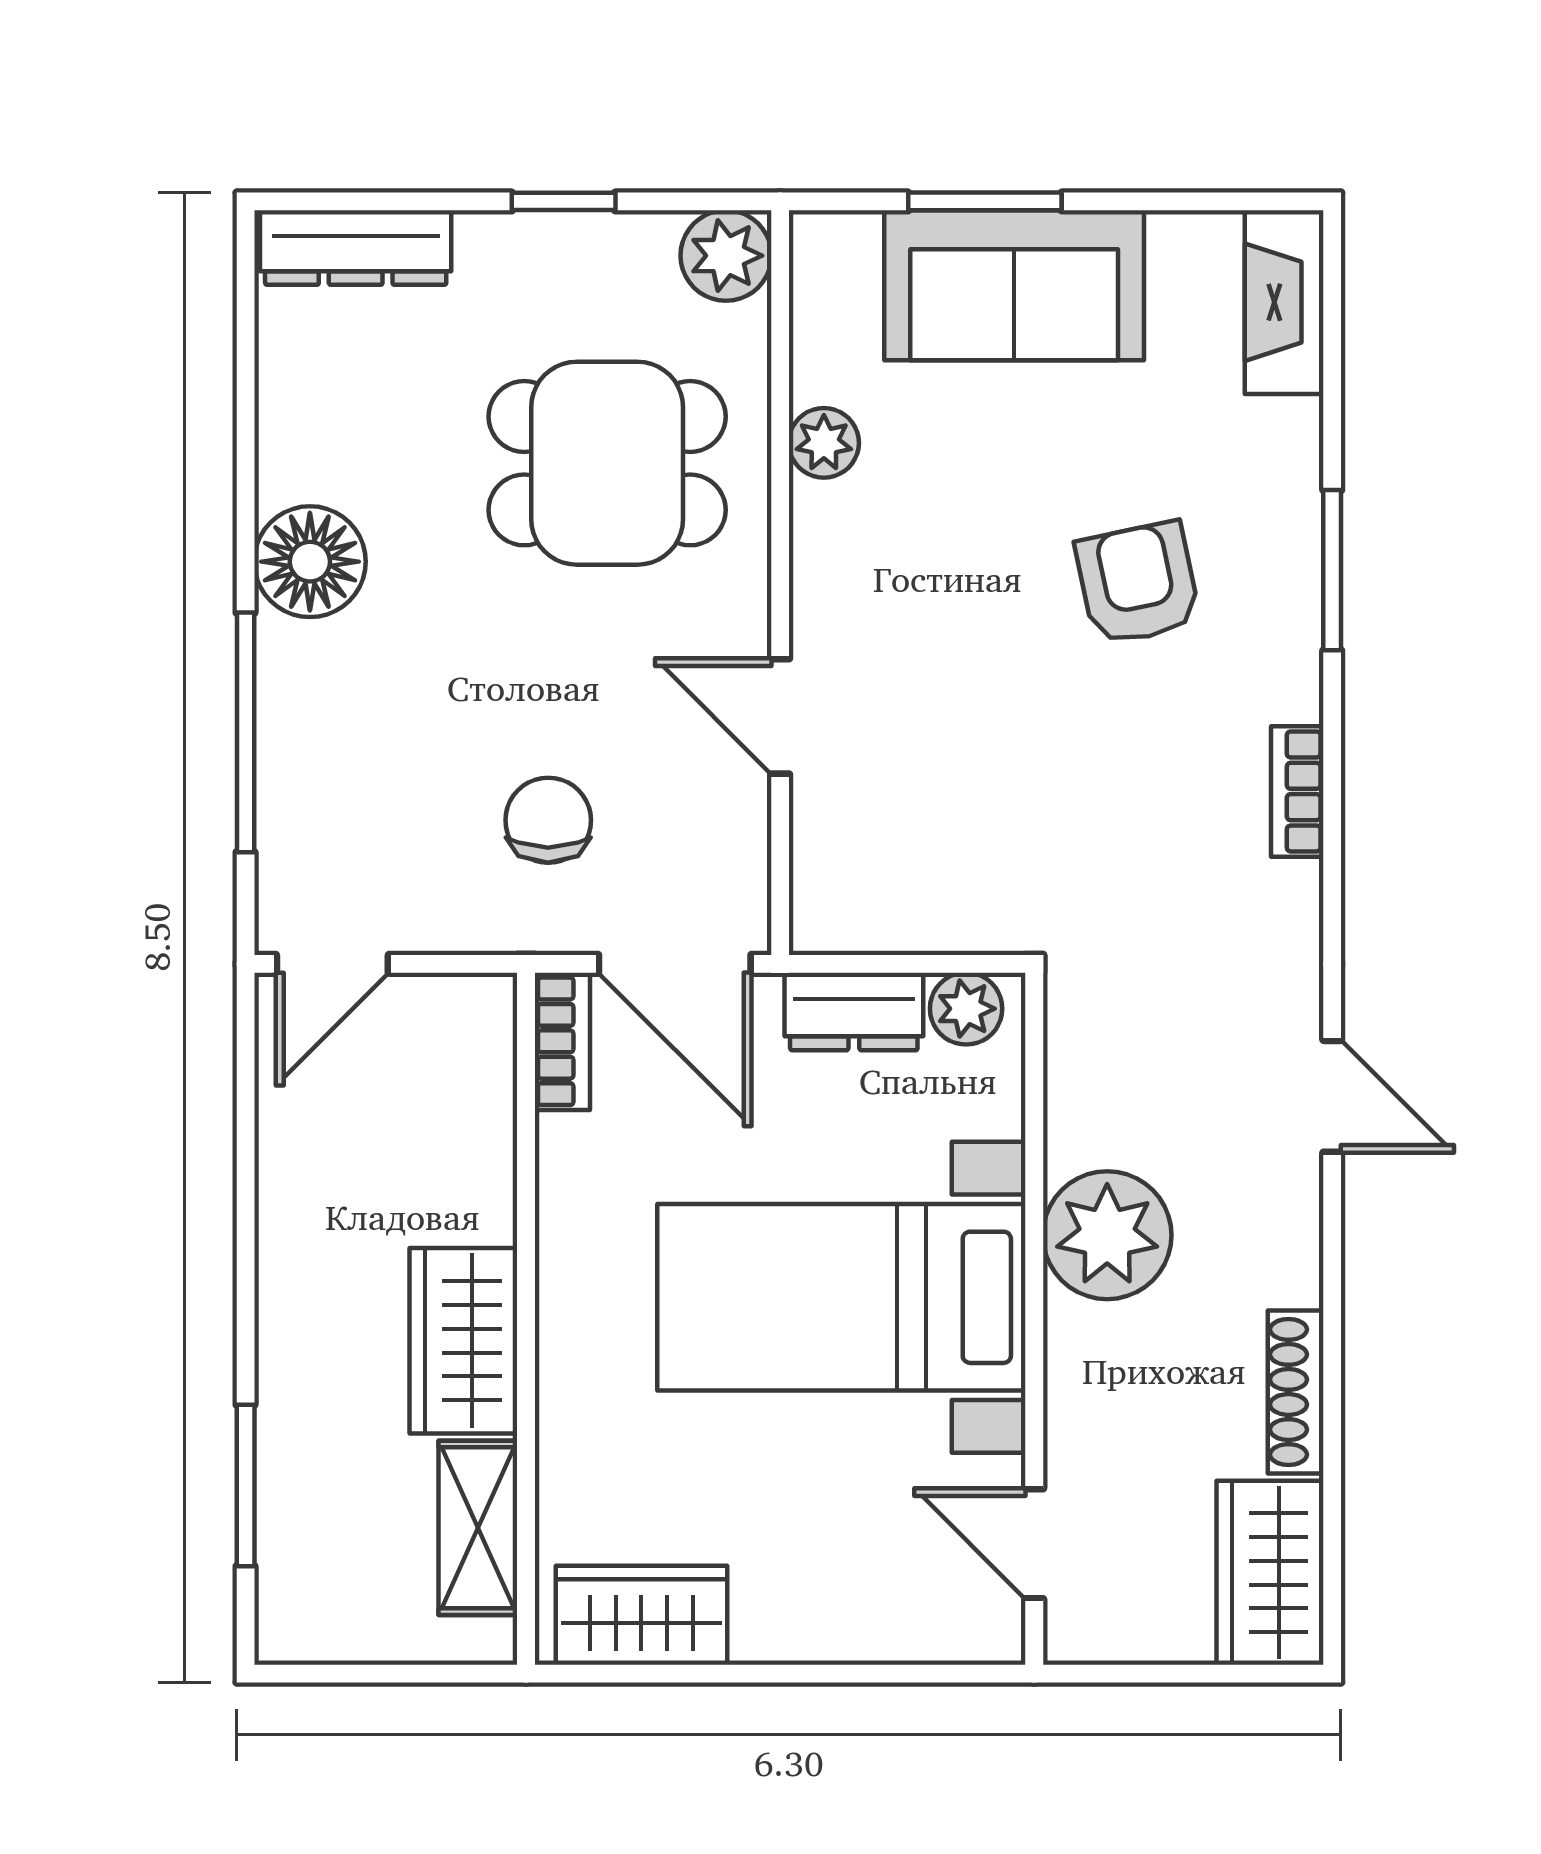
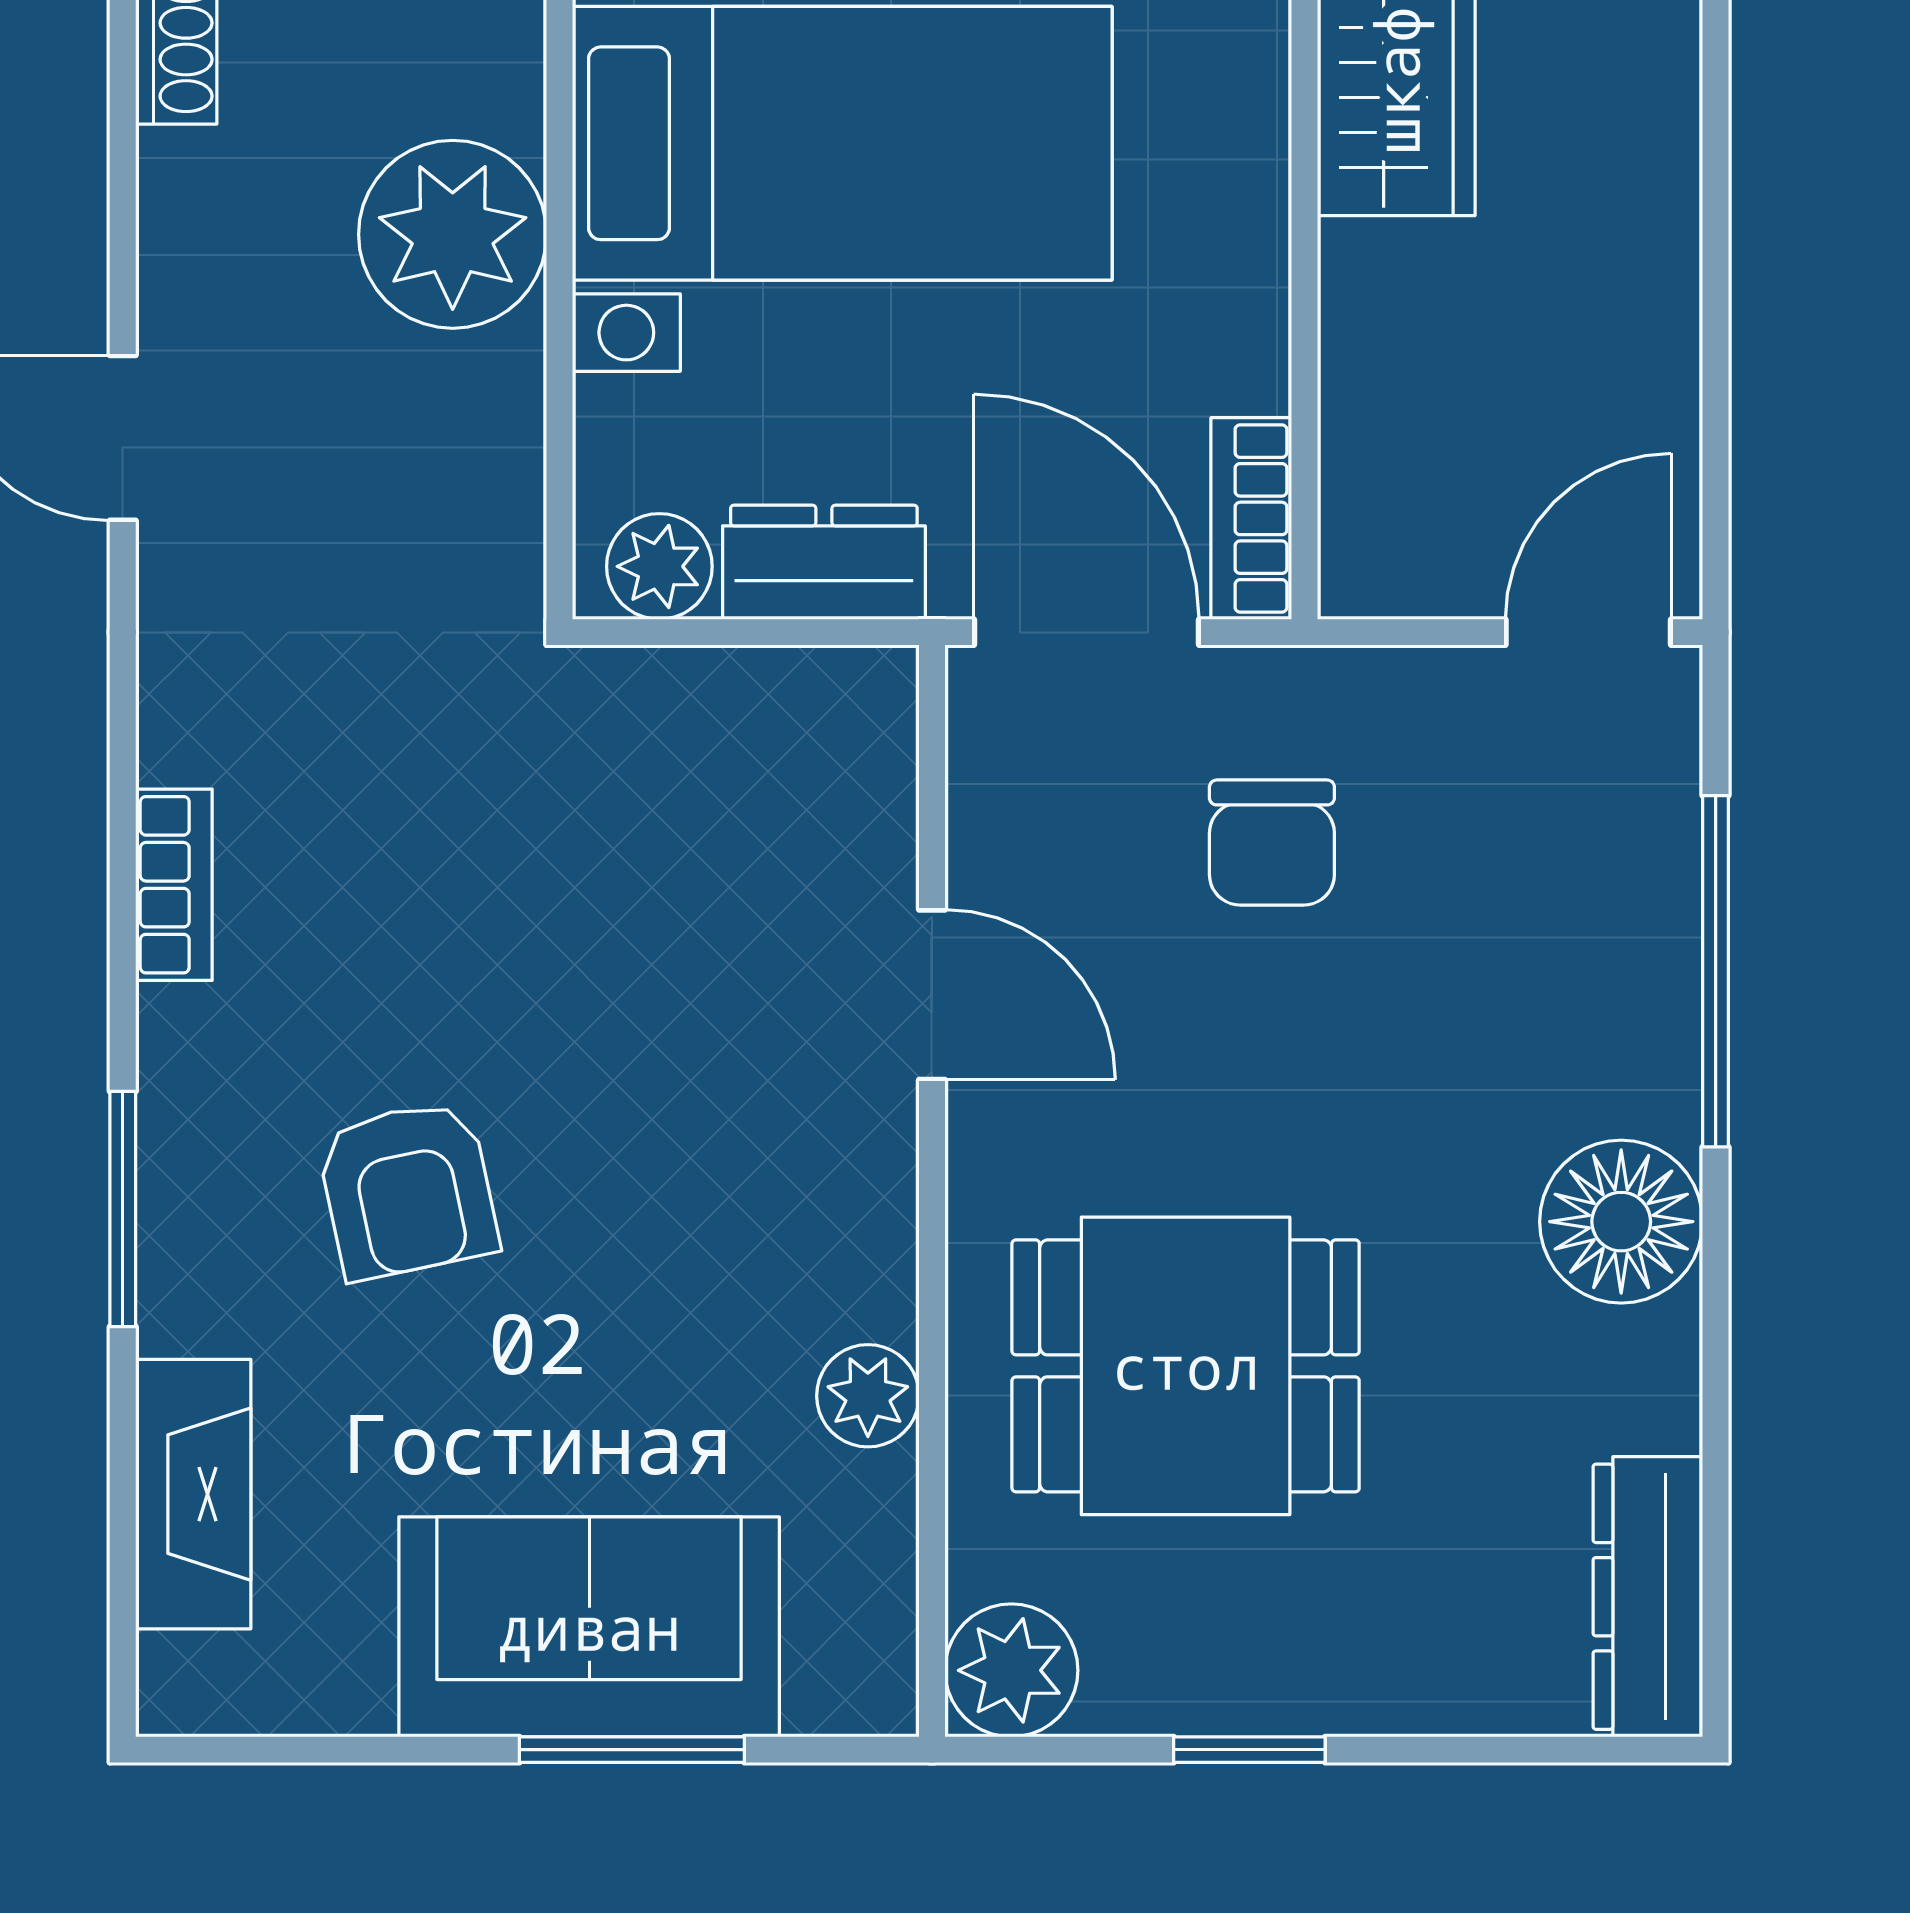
dresser: (356, 248) -> (1648, 1597), moved, turned -90
fireplace: (1284, 302) -> (193, 1494), moved

